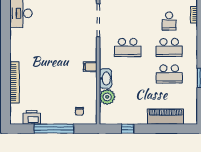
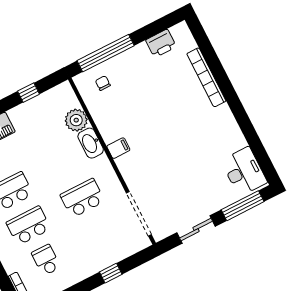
window: (54, 129) -> (106, 53), moved

